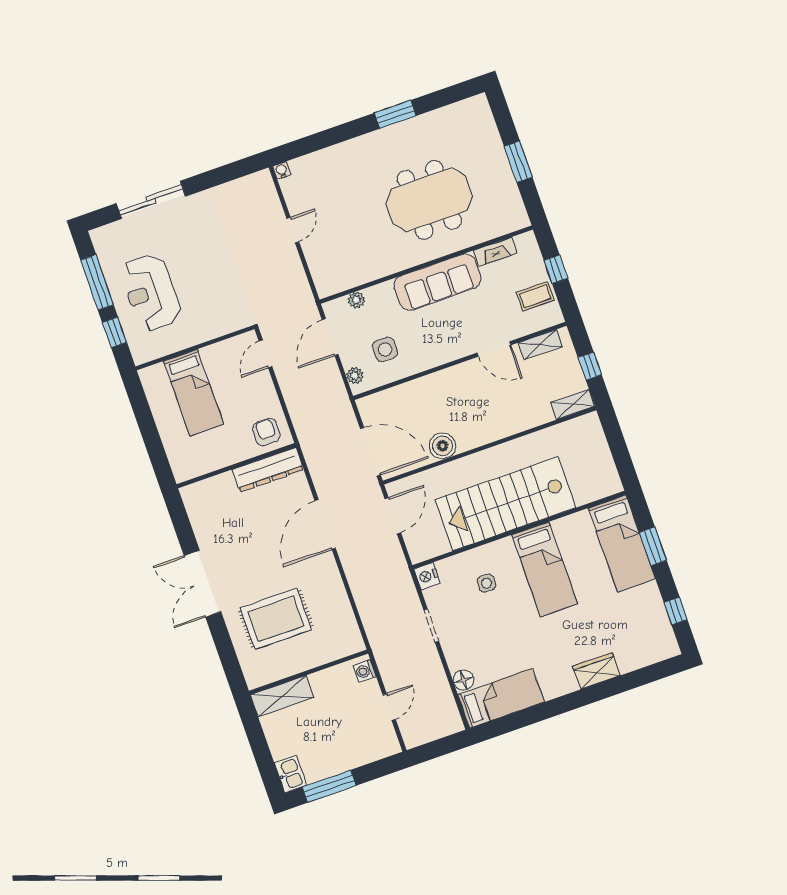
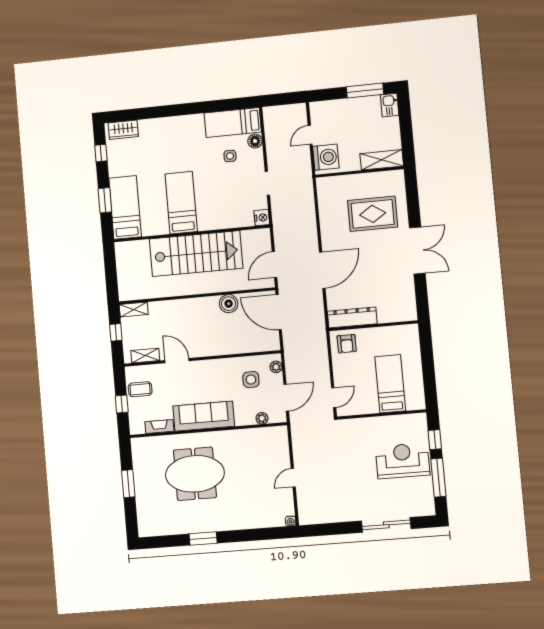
reception desk: (151, 292) -> (403, 461), turned -90
side table: (486, 583) -> (230, 156), moved
washing machine: (365, 671) -> (326, 157), width x1.89, depth x1.89
wardrobe: (596, 671) -> (123, 130), moved

